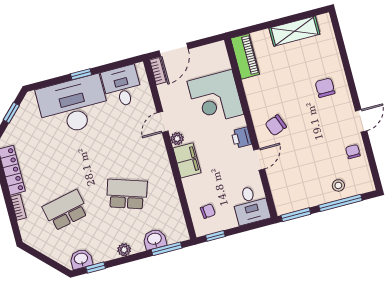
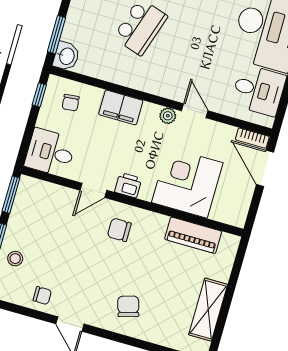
piano: (245, 56) -> (193, 235), moved
chair: (325, 88) -> (128, 306), turned -107
chair: (276, 125) -> (119, 230), turned -69
door: (259, 159) -> (93, 190), hinge flipped
filing cabinet: (187, 160) -> (121, 107), moved
washbasin: (155, 239) -> (66, 56), moved

